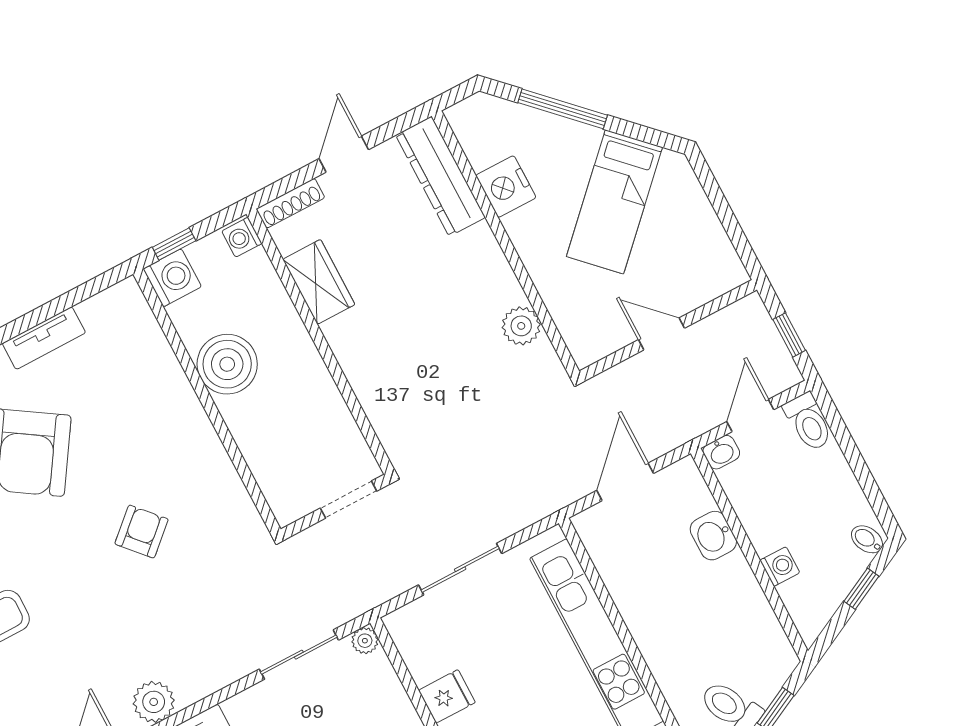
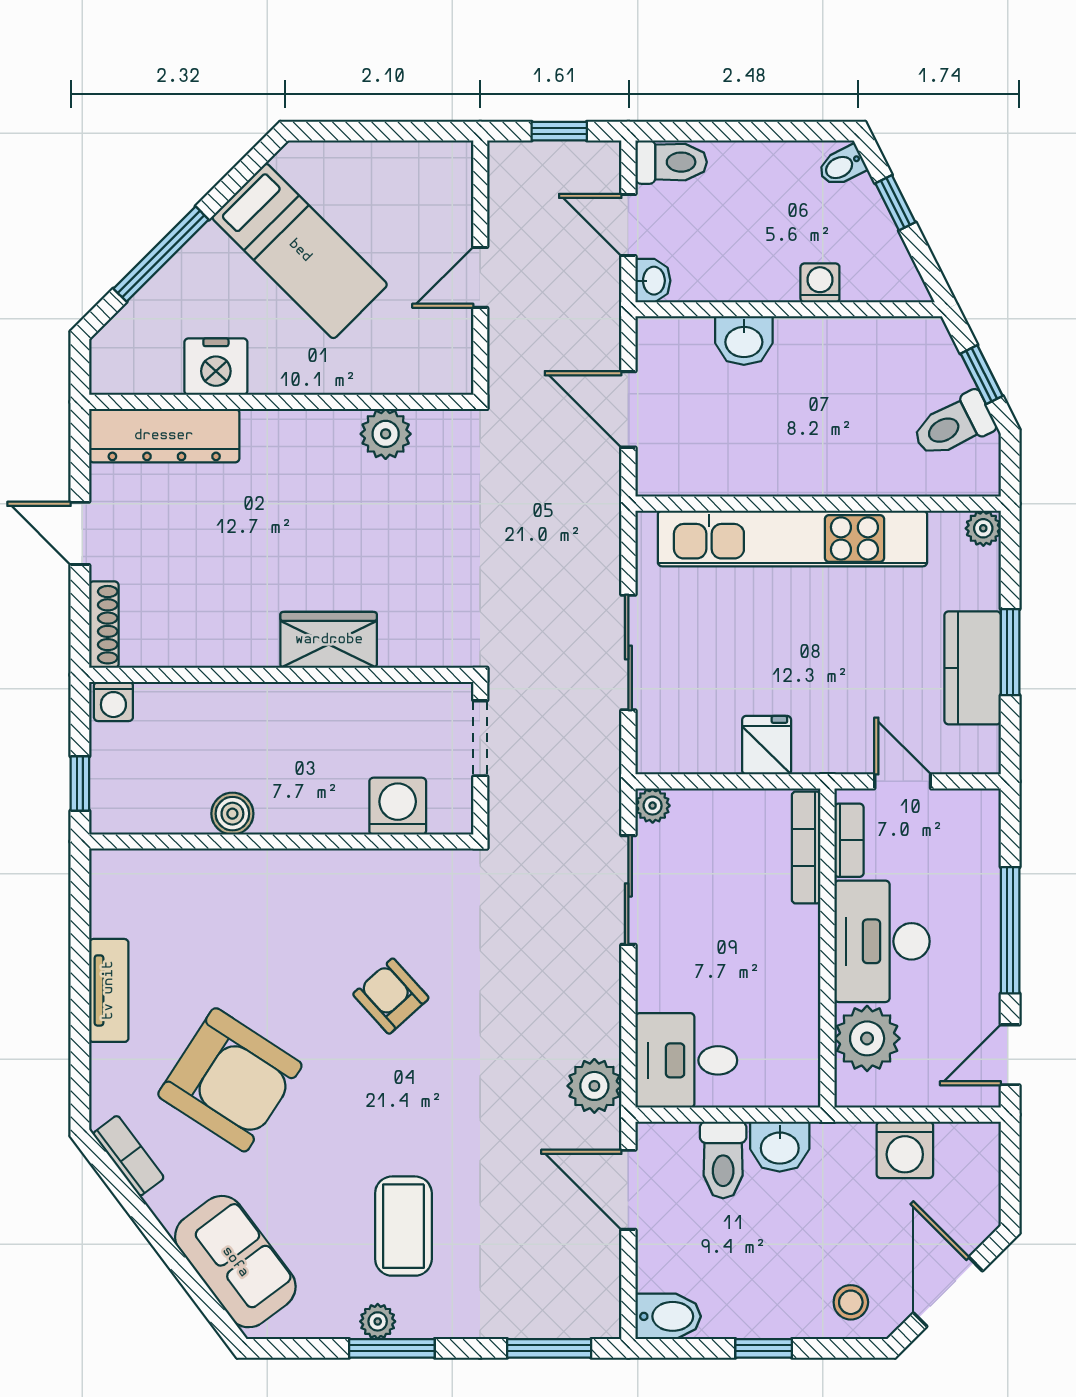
washing machine: (172, 278) -> (398, 806), moved
wardrobe: (319, 282) -> (329, 640), moved
boiler: (227, 364) -> (232, 814), width x0.54, depth x0.54

